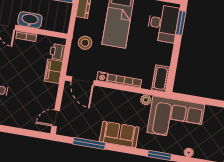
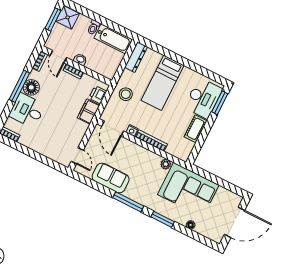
washbasin: (30, 20) -> (80, 59), width x0.52, depth x0.69
cot: (161, 78) -> (196, 129), moved
door: (56, 118) -> (77, 156), swing flipped
sofa: (119, 134) -> (111, 178), moved
window: (89, 143) -> (128, 202), moved

